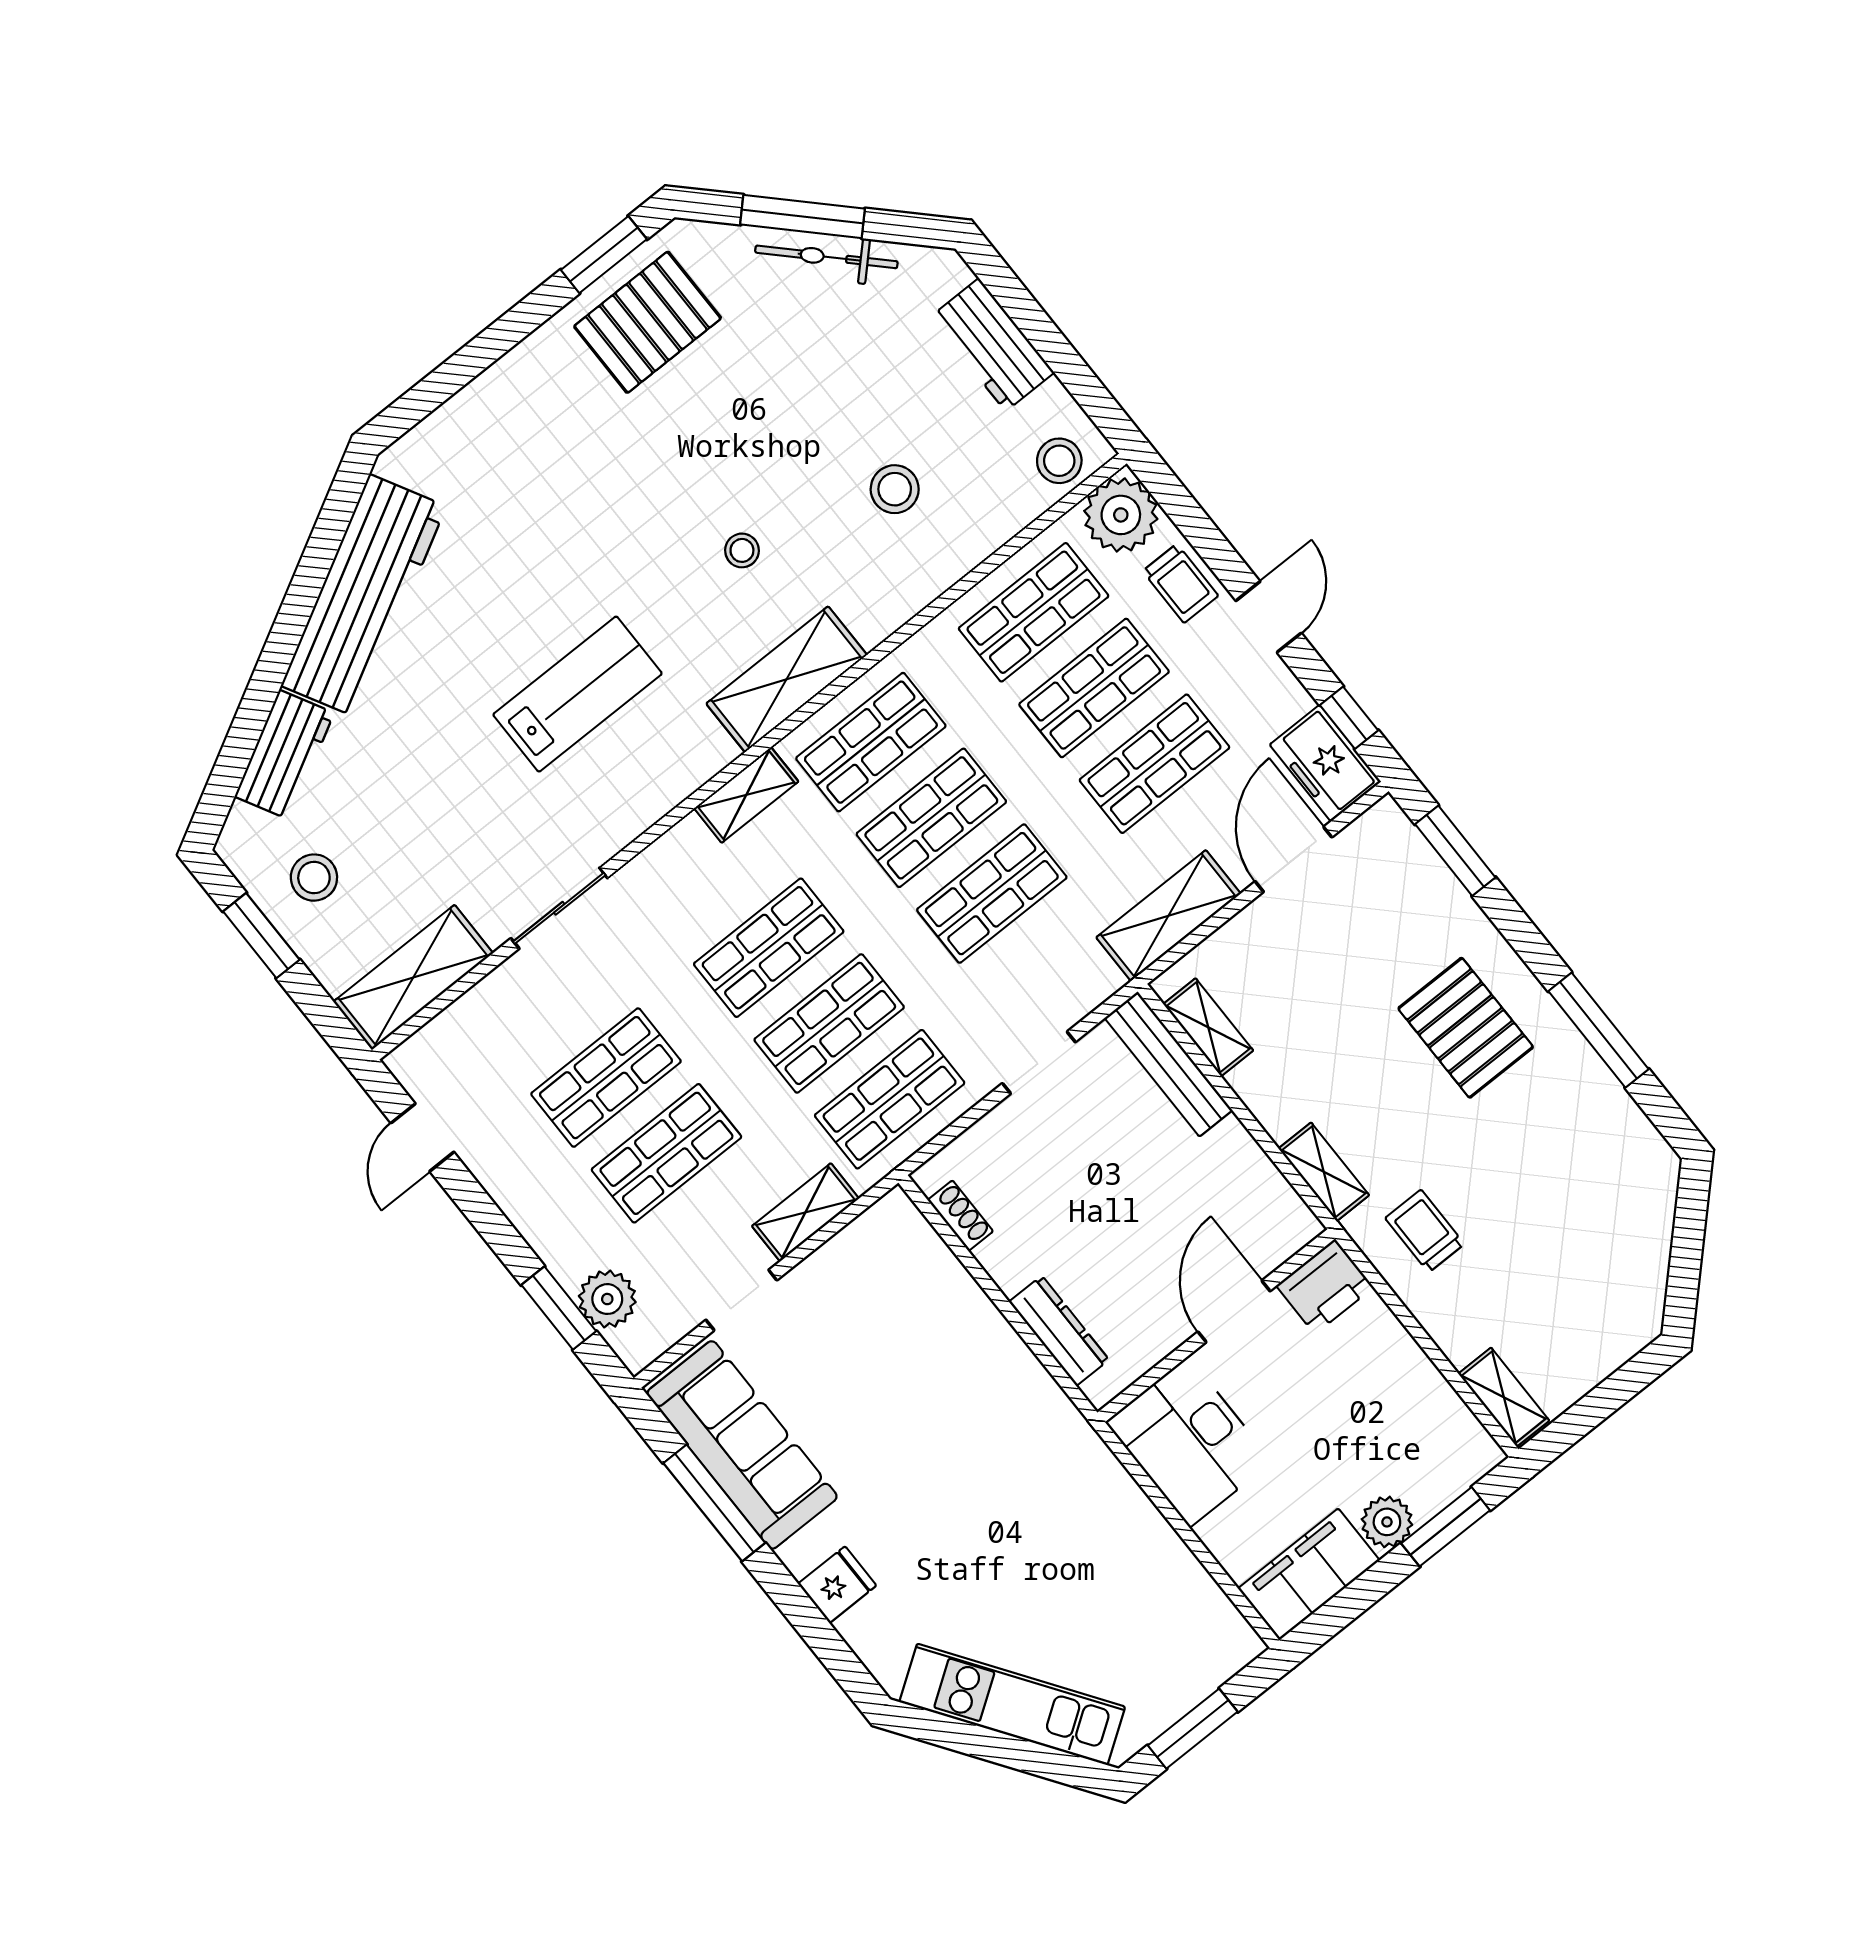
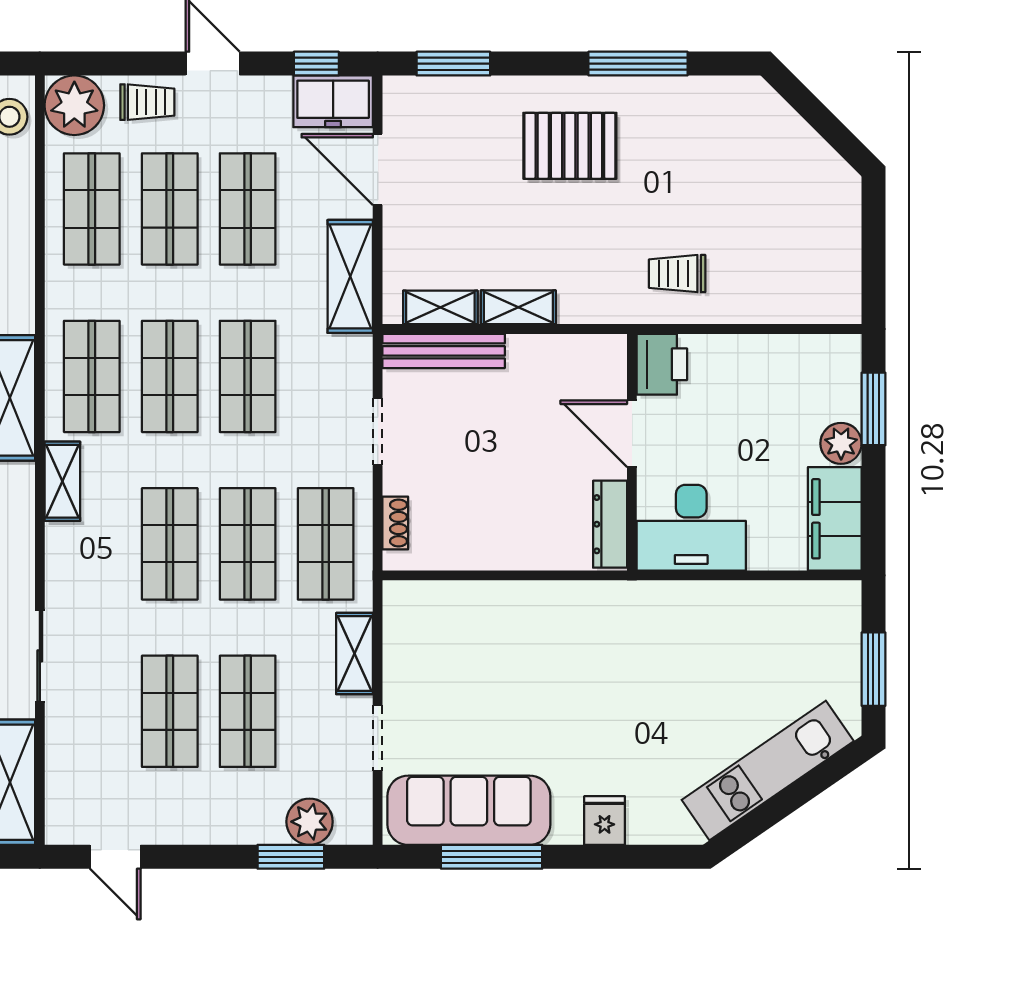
shelving: (1324, 1172) -> (518, 307), moved
shoe rack: (960, 1216) -> (395, 523), moved, turned 90
dresser: (1059, 1331) -> (610, 524), moved, turned -90
shelving: (1504, 1397) -> (821, 307), removed

